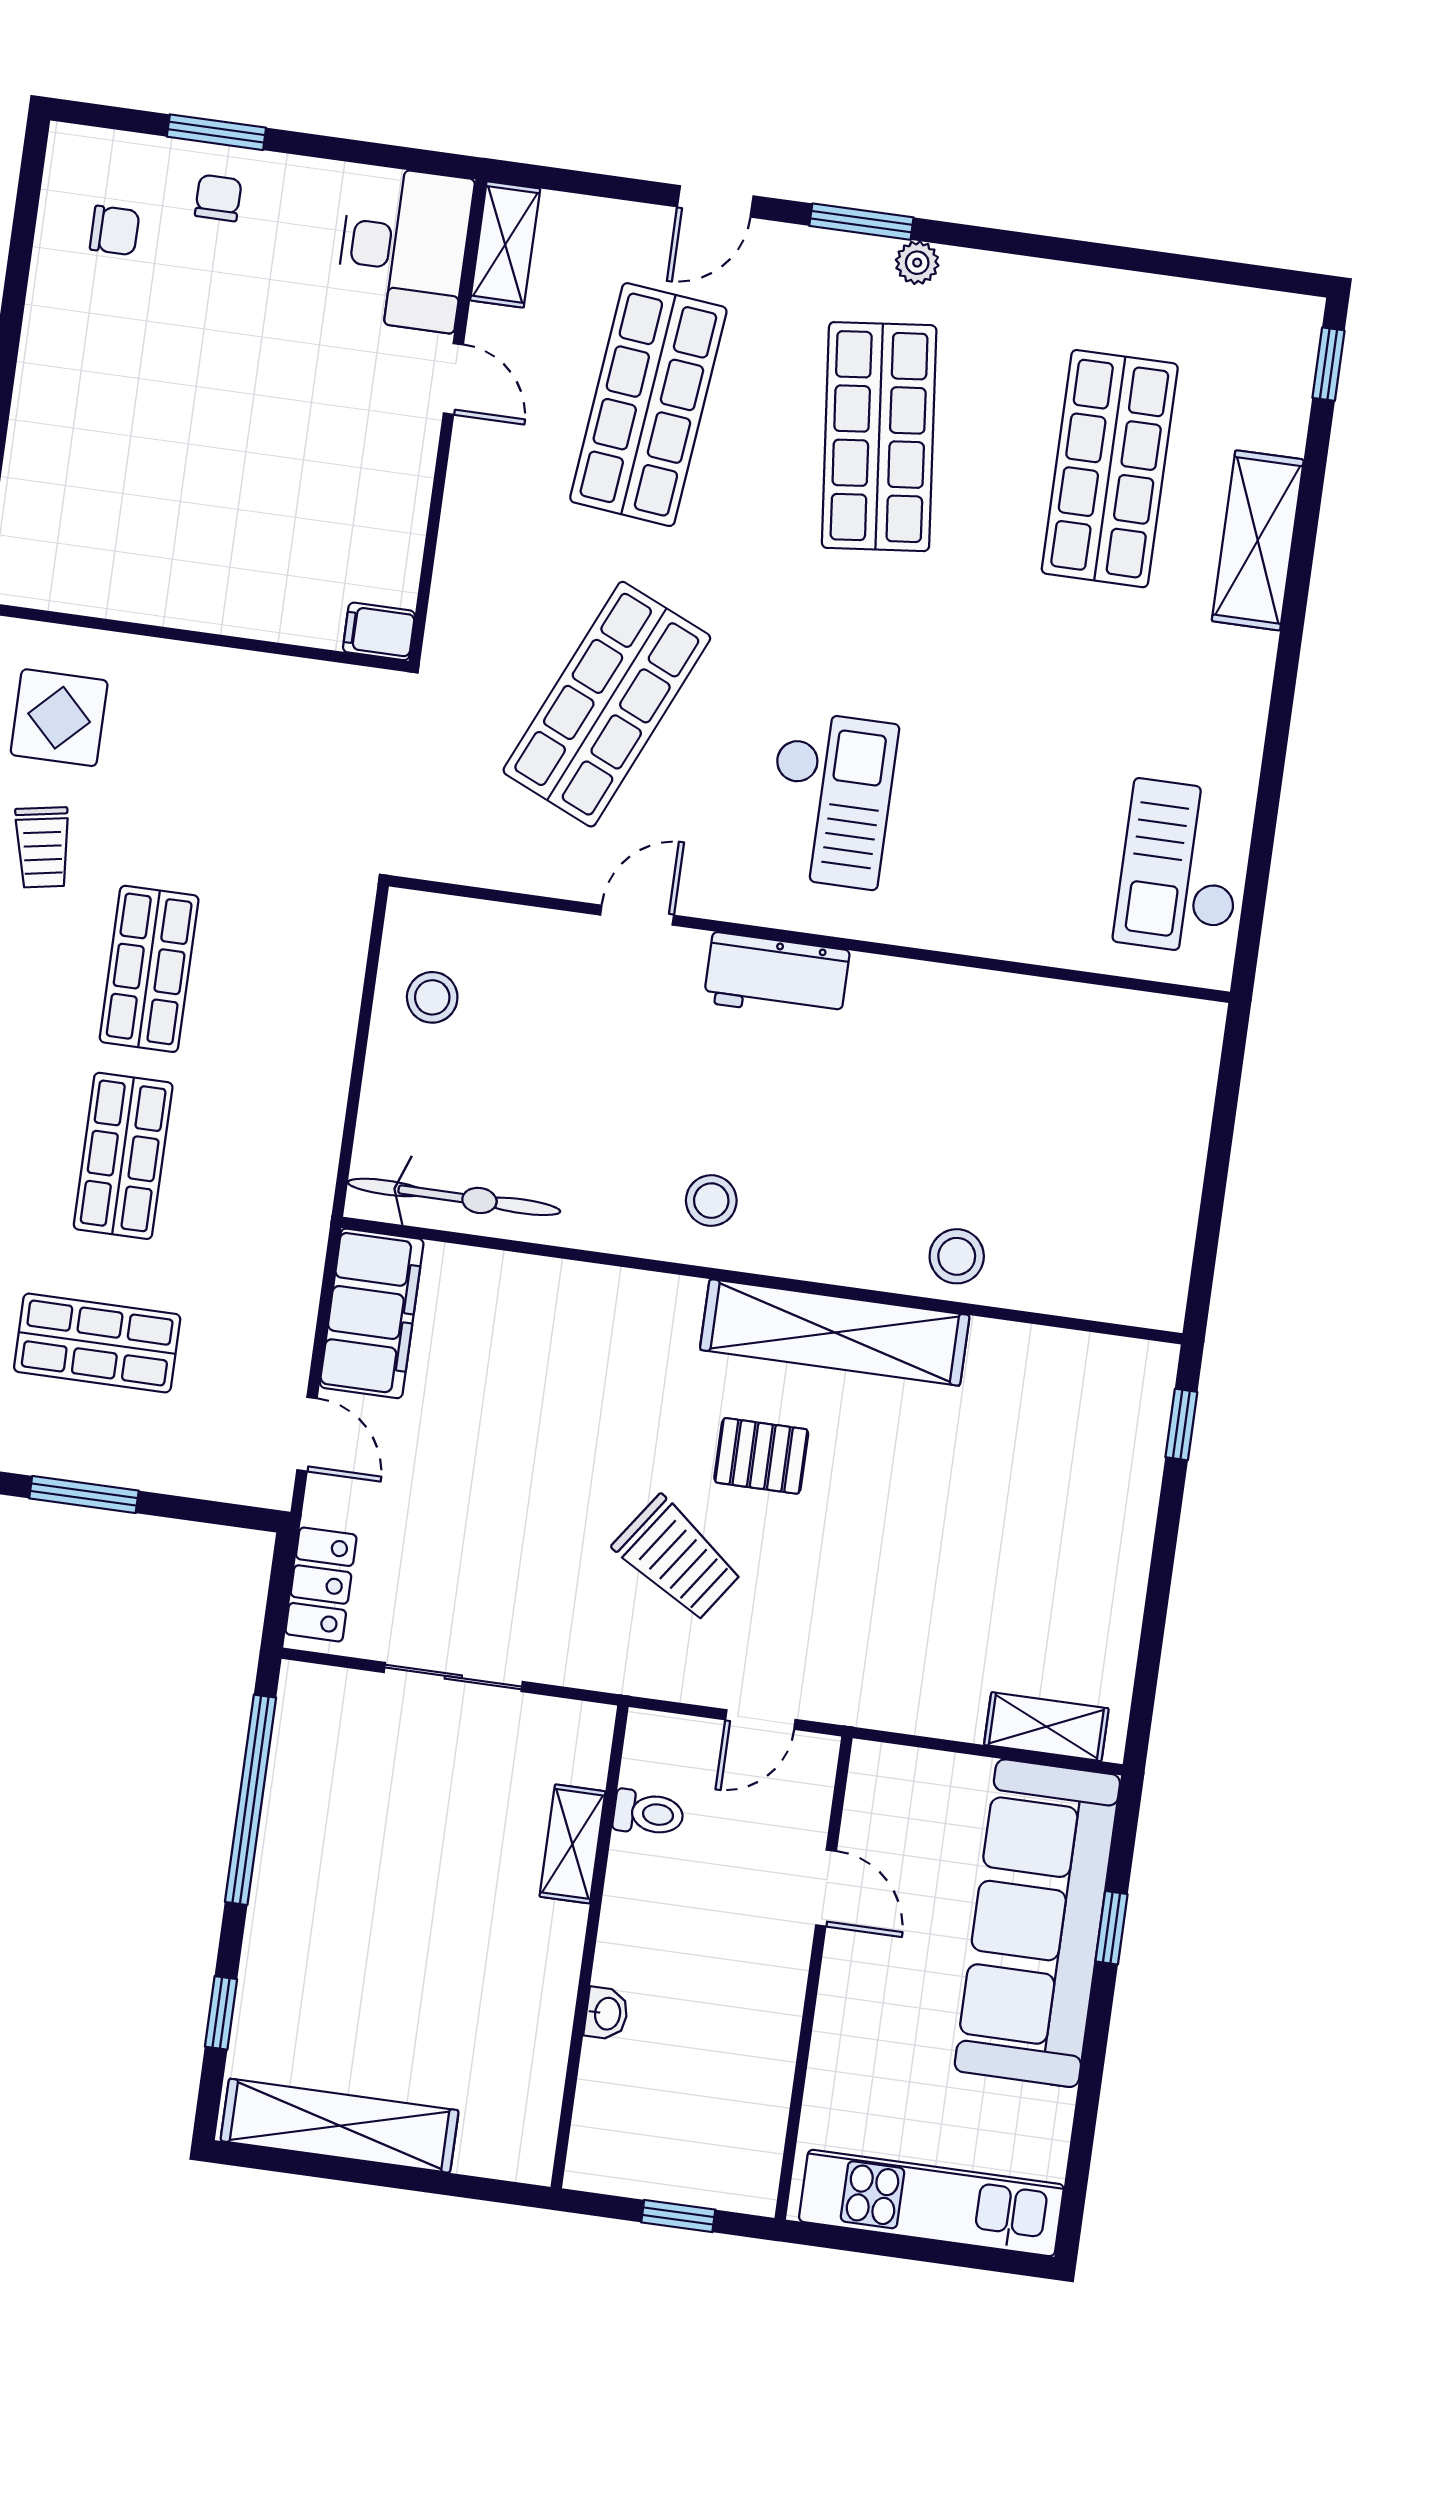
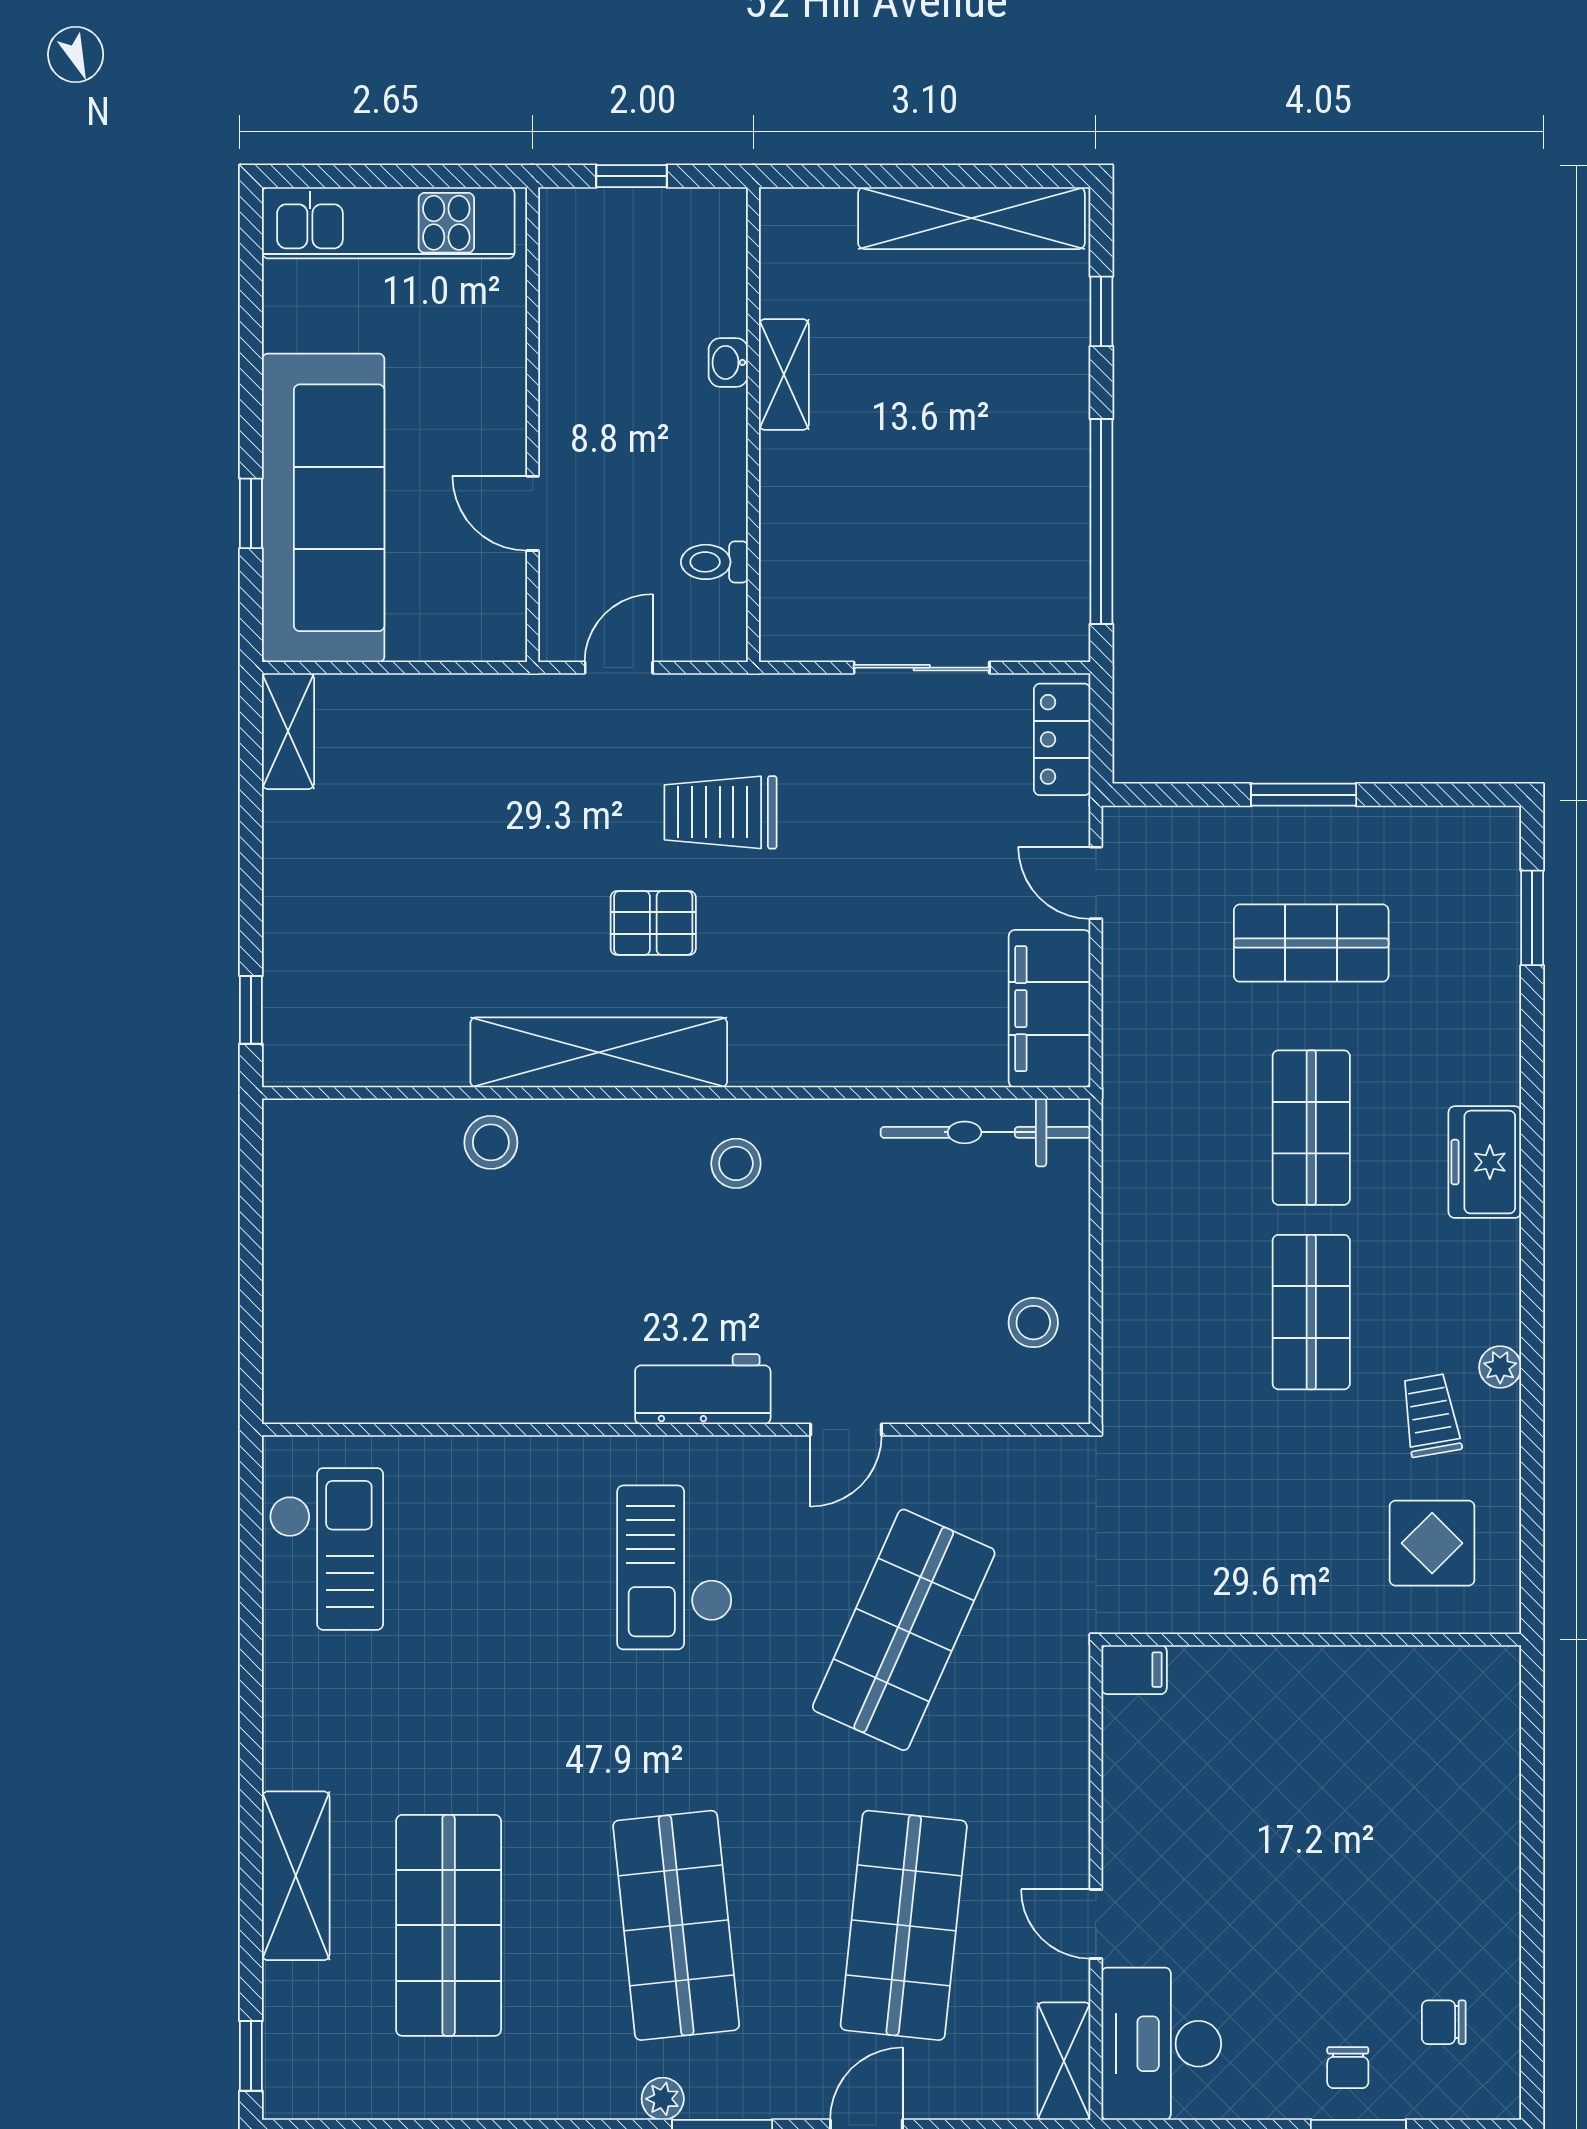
trolley: (677, 1559) -> (721, 812), turned -35
shelving: (1046, 1727) -> (288, 731), moved, turned 90
shelving: (572, 1844) -> (784, 375), moved

